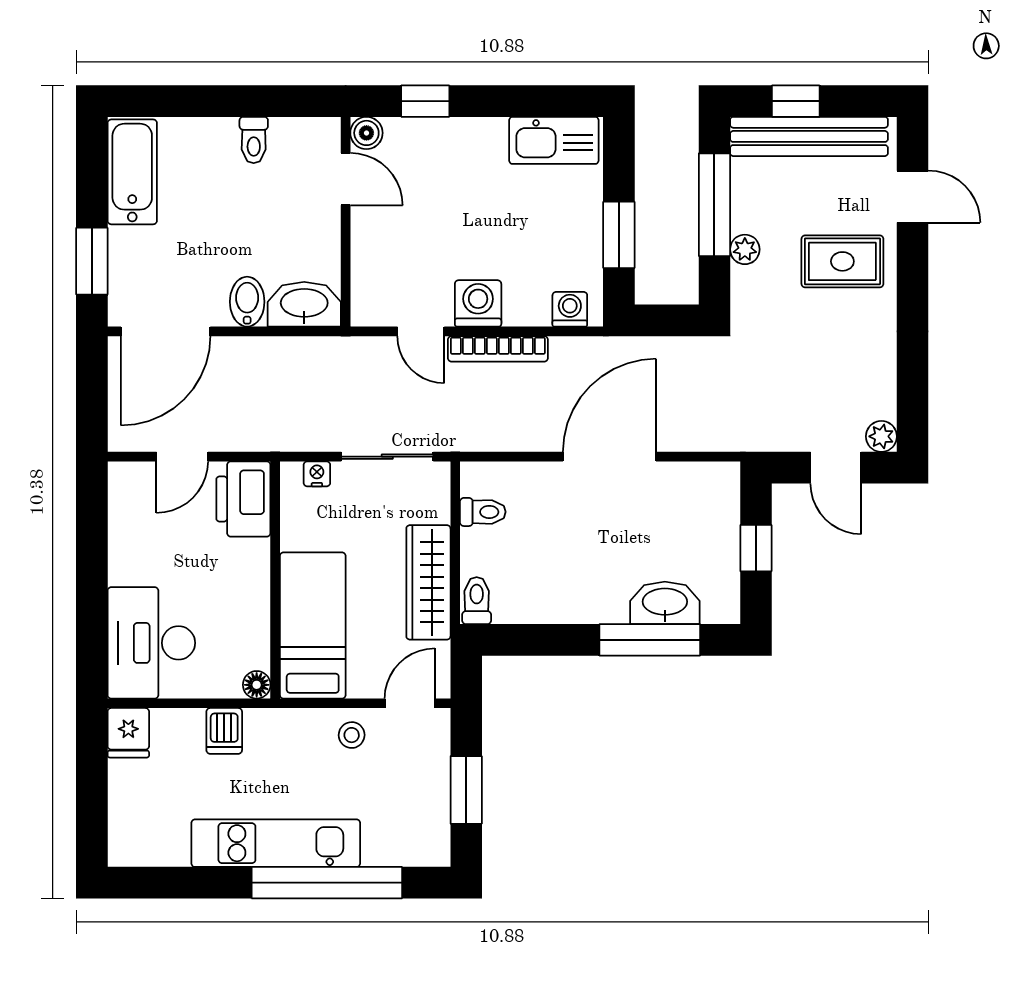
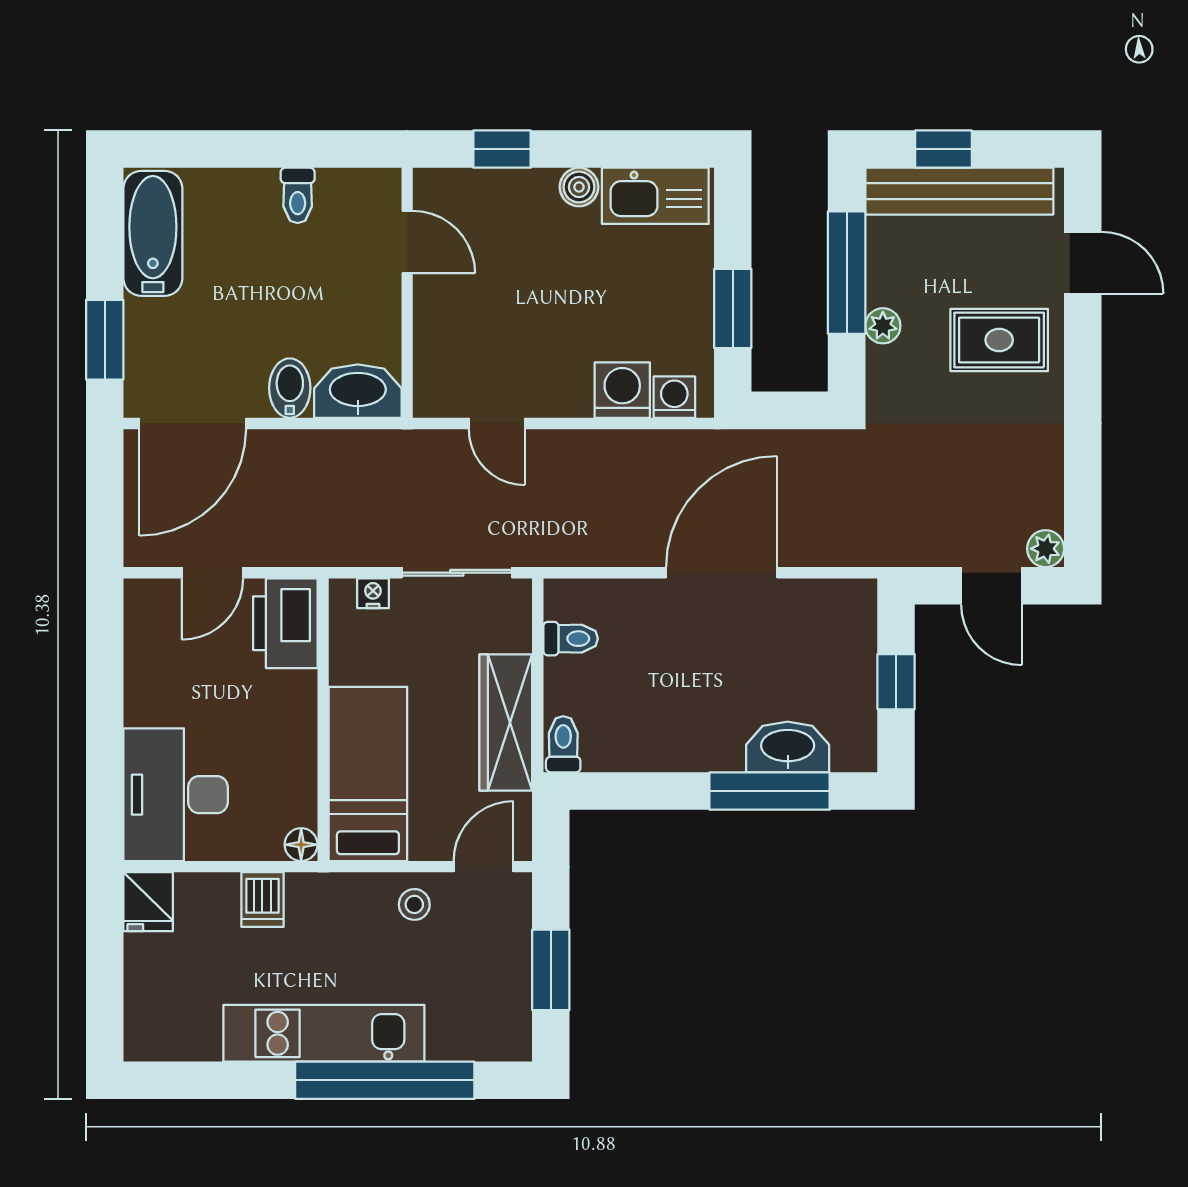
boiler: (366, 133) -> (579, 187), moved
washing machine: (478, 303) -> (622, 390), moved
bookcase: (498, 349) -> (589, 444), removed

